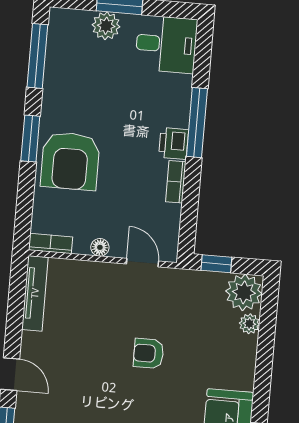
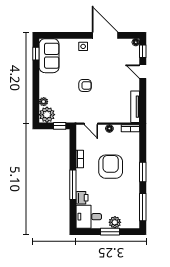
printer: (174, 143) -> (82, 198), moved
armchair: (70, 161) -> (111, 167), moved

